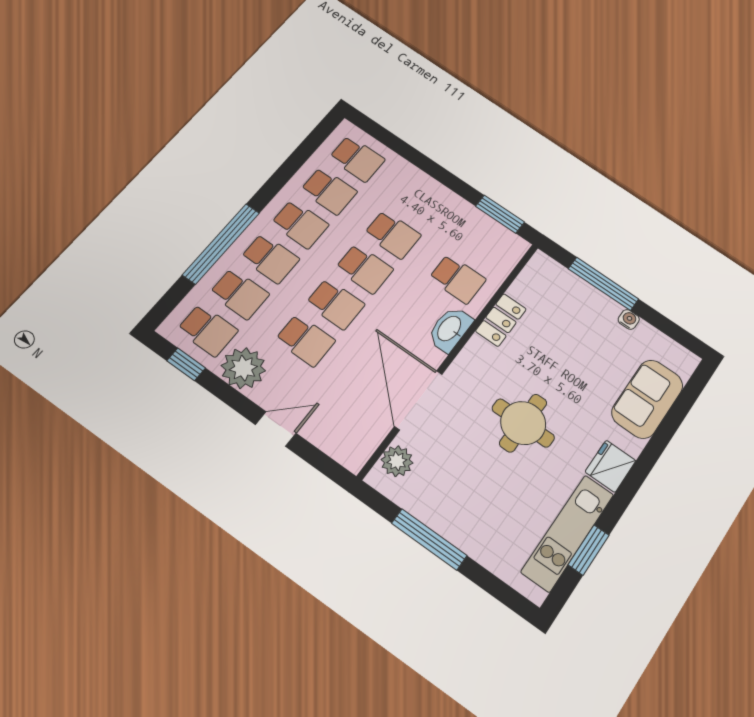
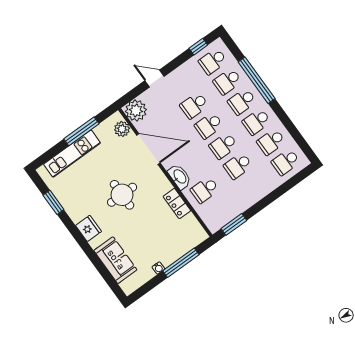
plant: (243, 368) -> (136, 111), moved
door: (276, 429) -> (154, 78), swing flipped
kitchen unit: (568, 533) -> (72, 154), moved, turned 90

